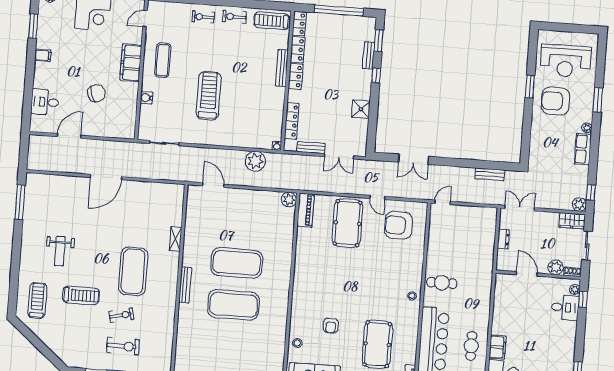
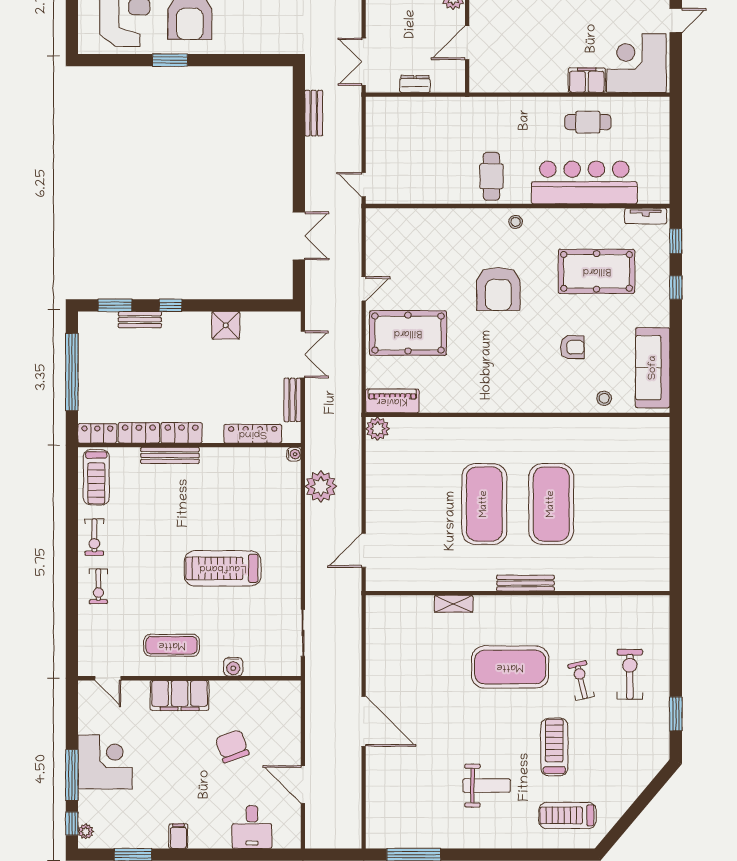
armchair: (399, 225) -> (498, 289), moved

